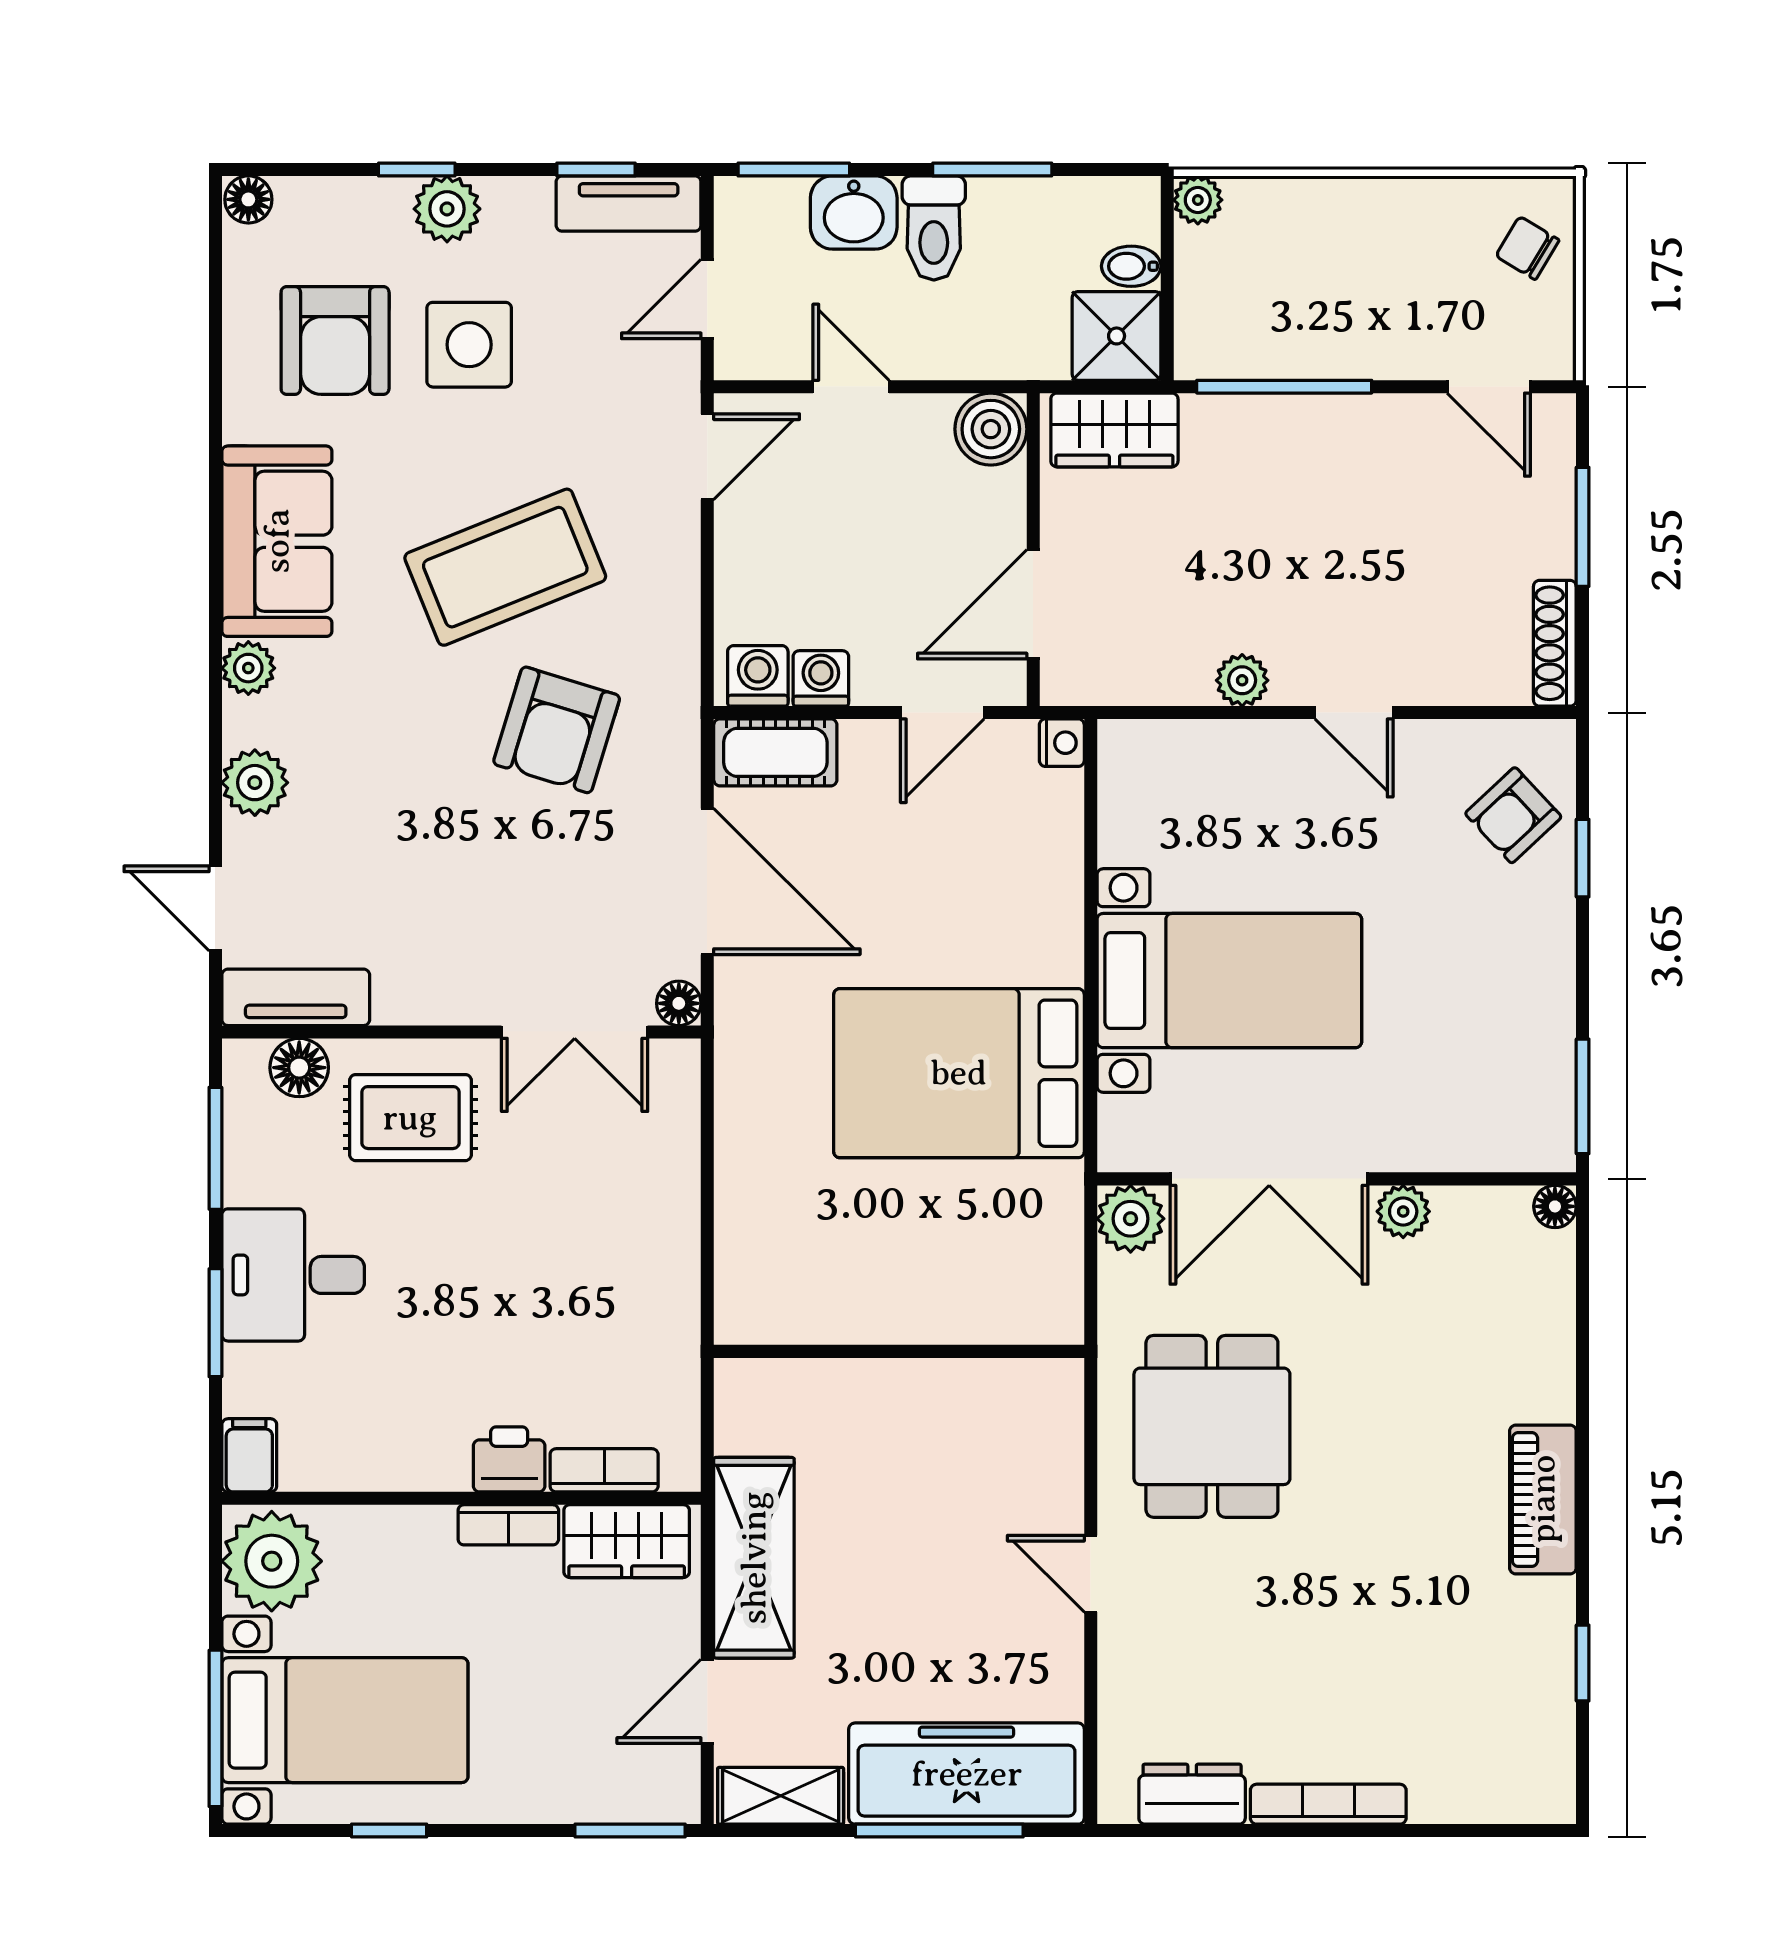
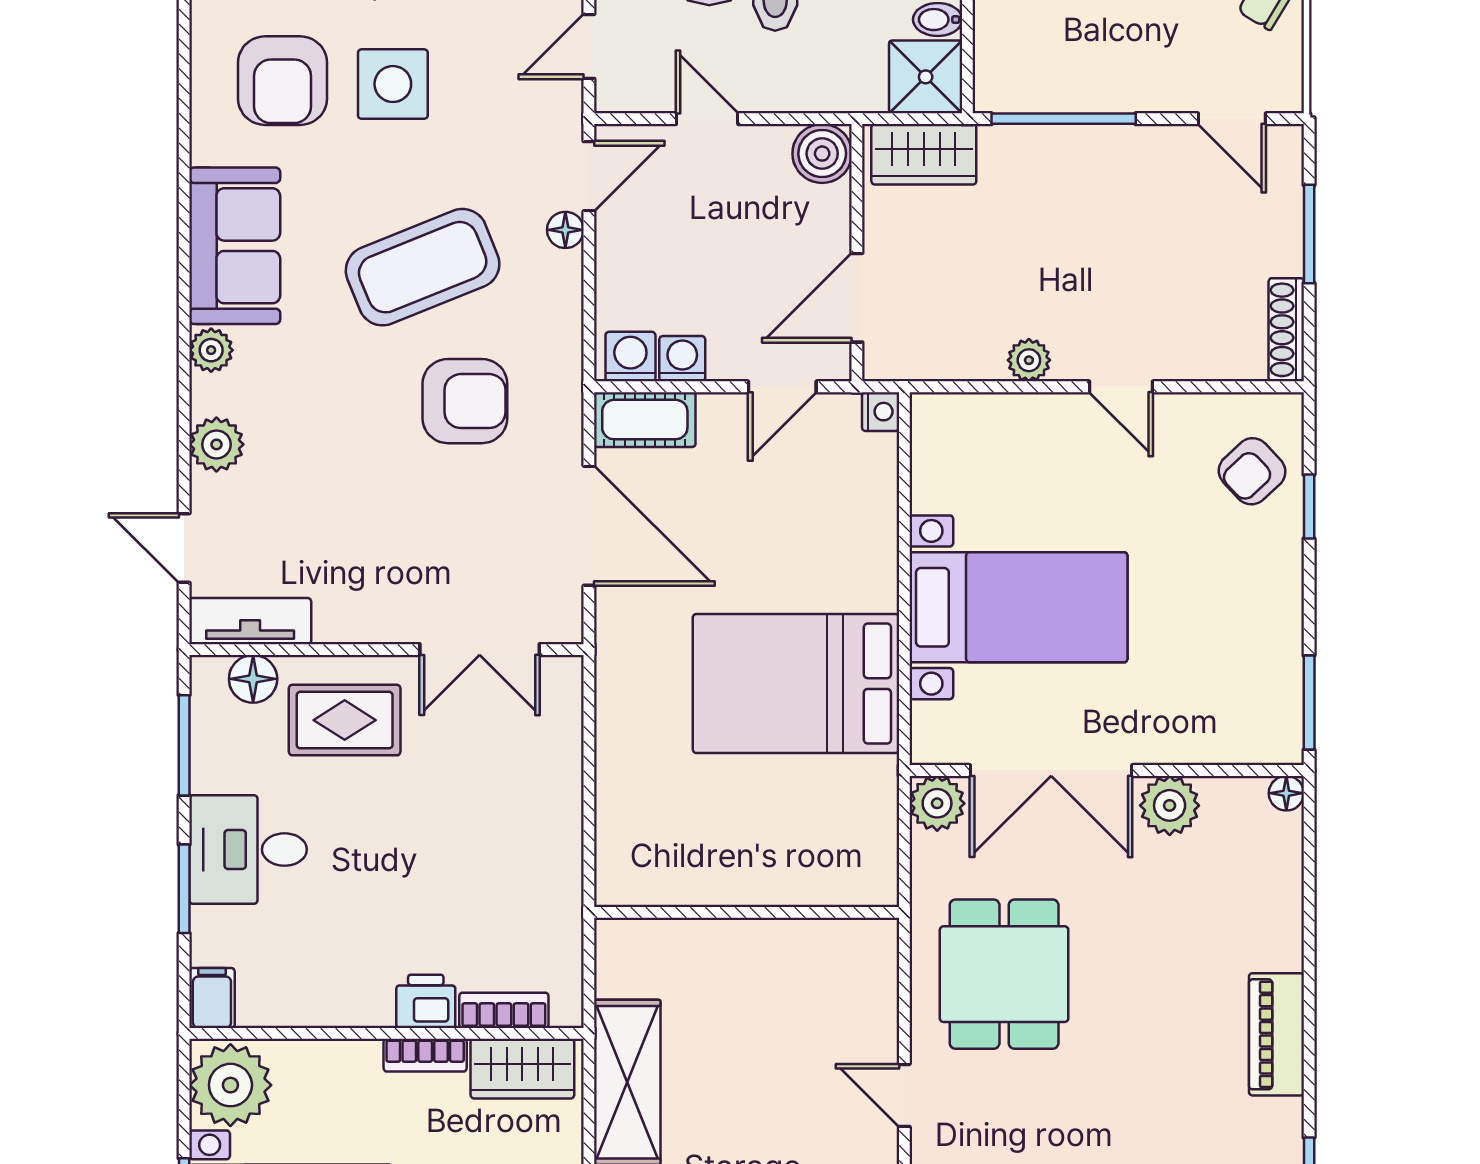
armchair: (557, 730) -> (465, 401), turned -107
floor lamp: (679, 1003) -> (565, 230), moved
plant: (1403, 1211) -> (1170, 805), width x1.38, depth x1.38

